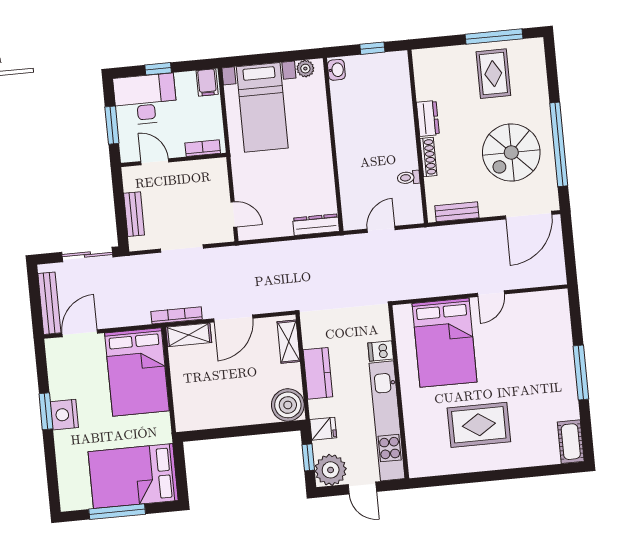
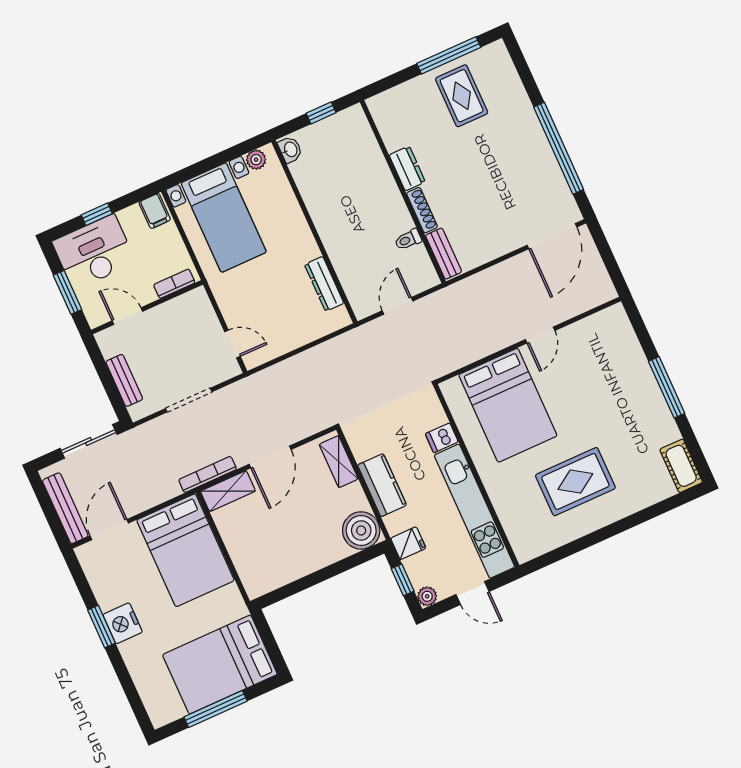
spiral stairs: (511, 152) -> (510, 175), removed
bench: (457, 212) -> (444, 254), moved, turned 90
dresser: (316, 225) -> (324, 284), moved, turned -90
plant: (331, 470) -> (427, 596), width x0.53, depth x0.53

